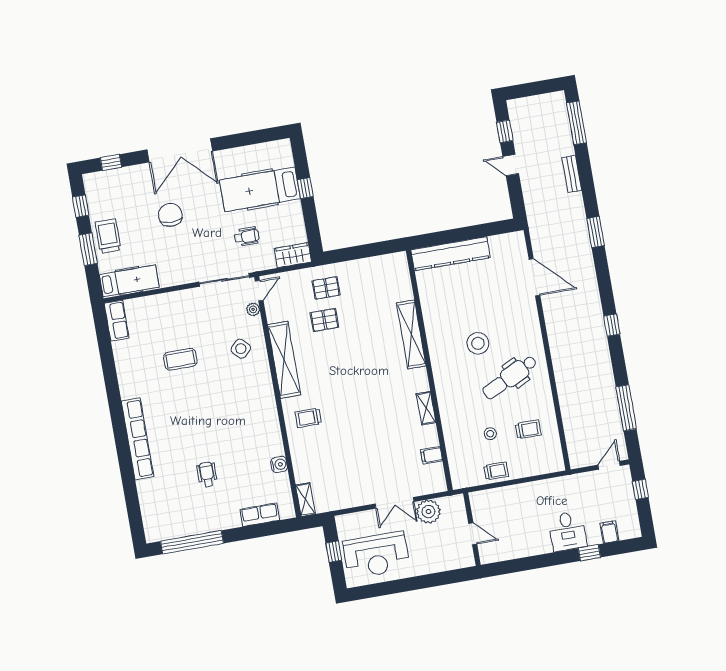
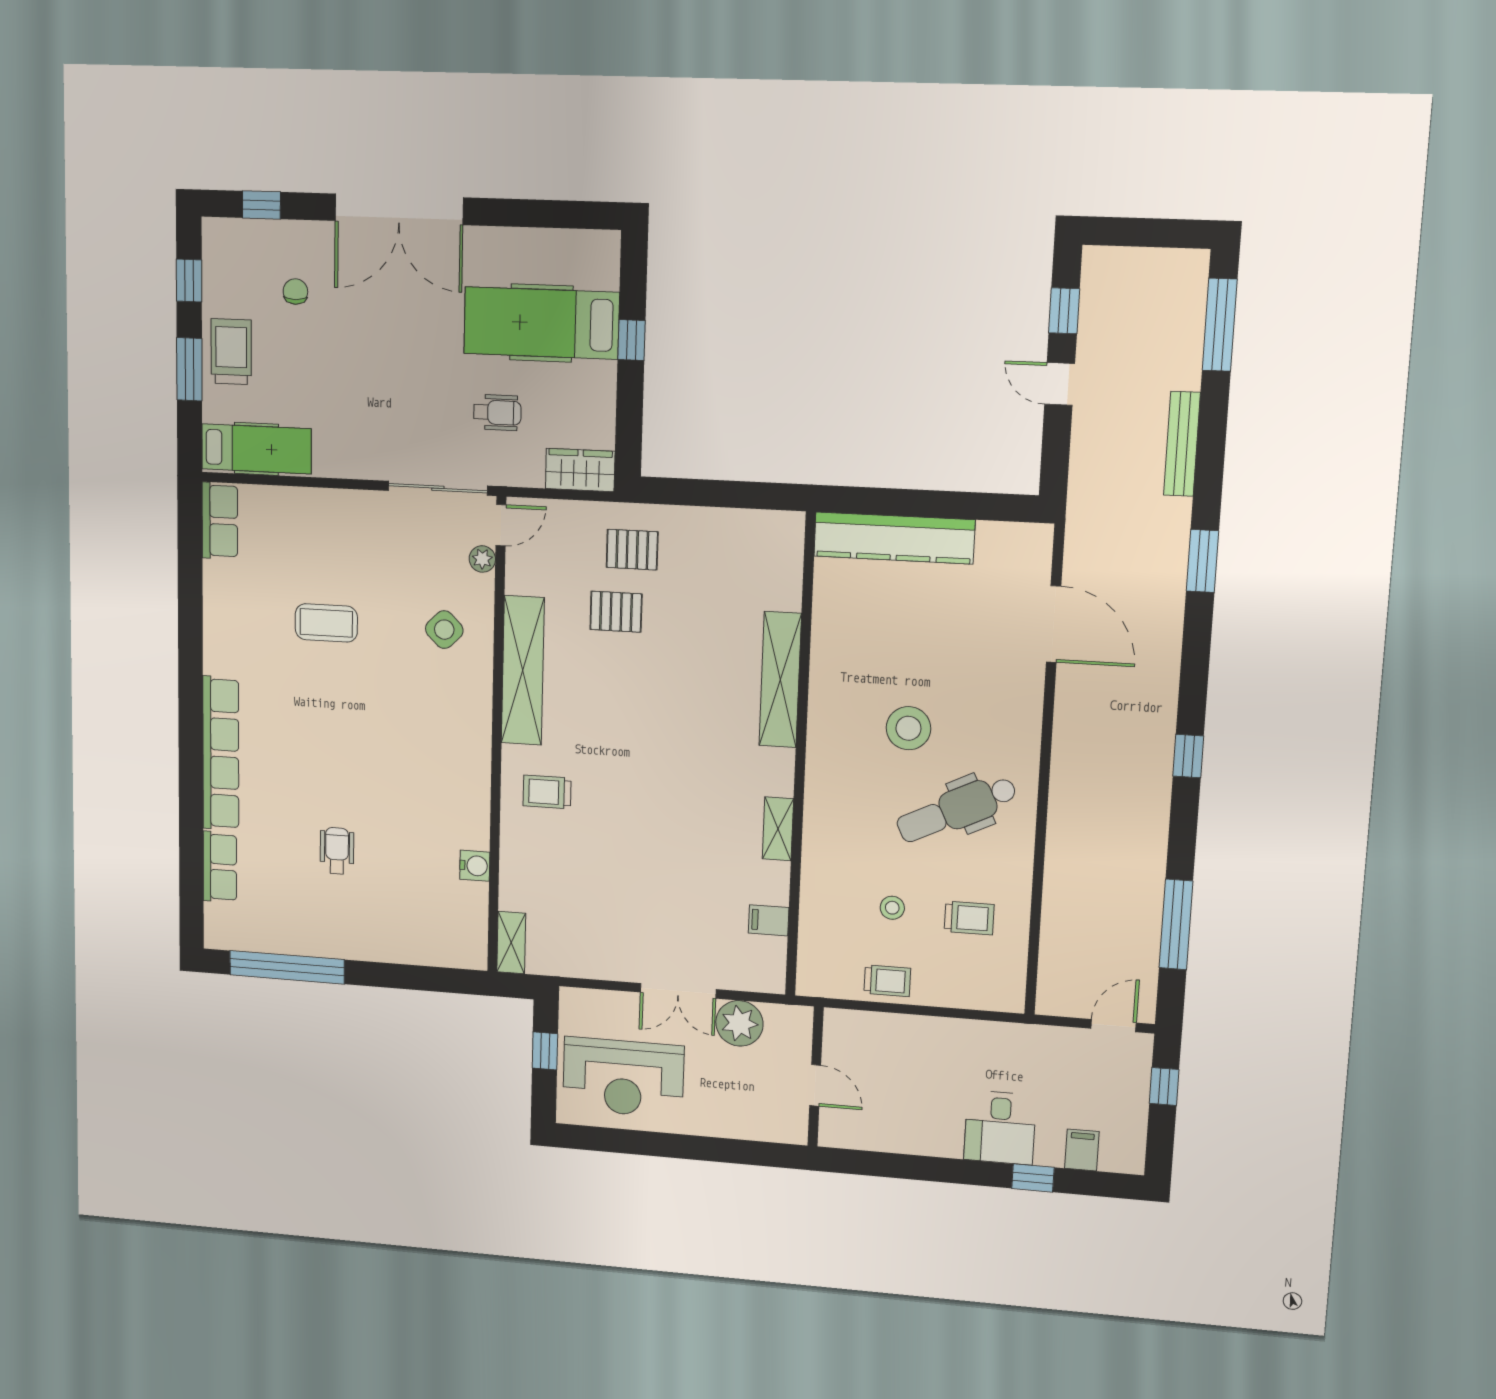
bench: (572, 174) -> (1182, 444), width x1.36
chair: (170, 215) -> (295, 292), moved, width x0.54, depth x0.54
row of seats: (260, 515) -> (220, 867), moved, turned 90

